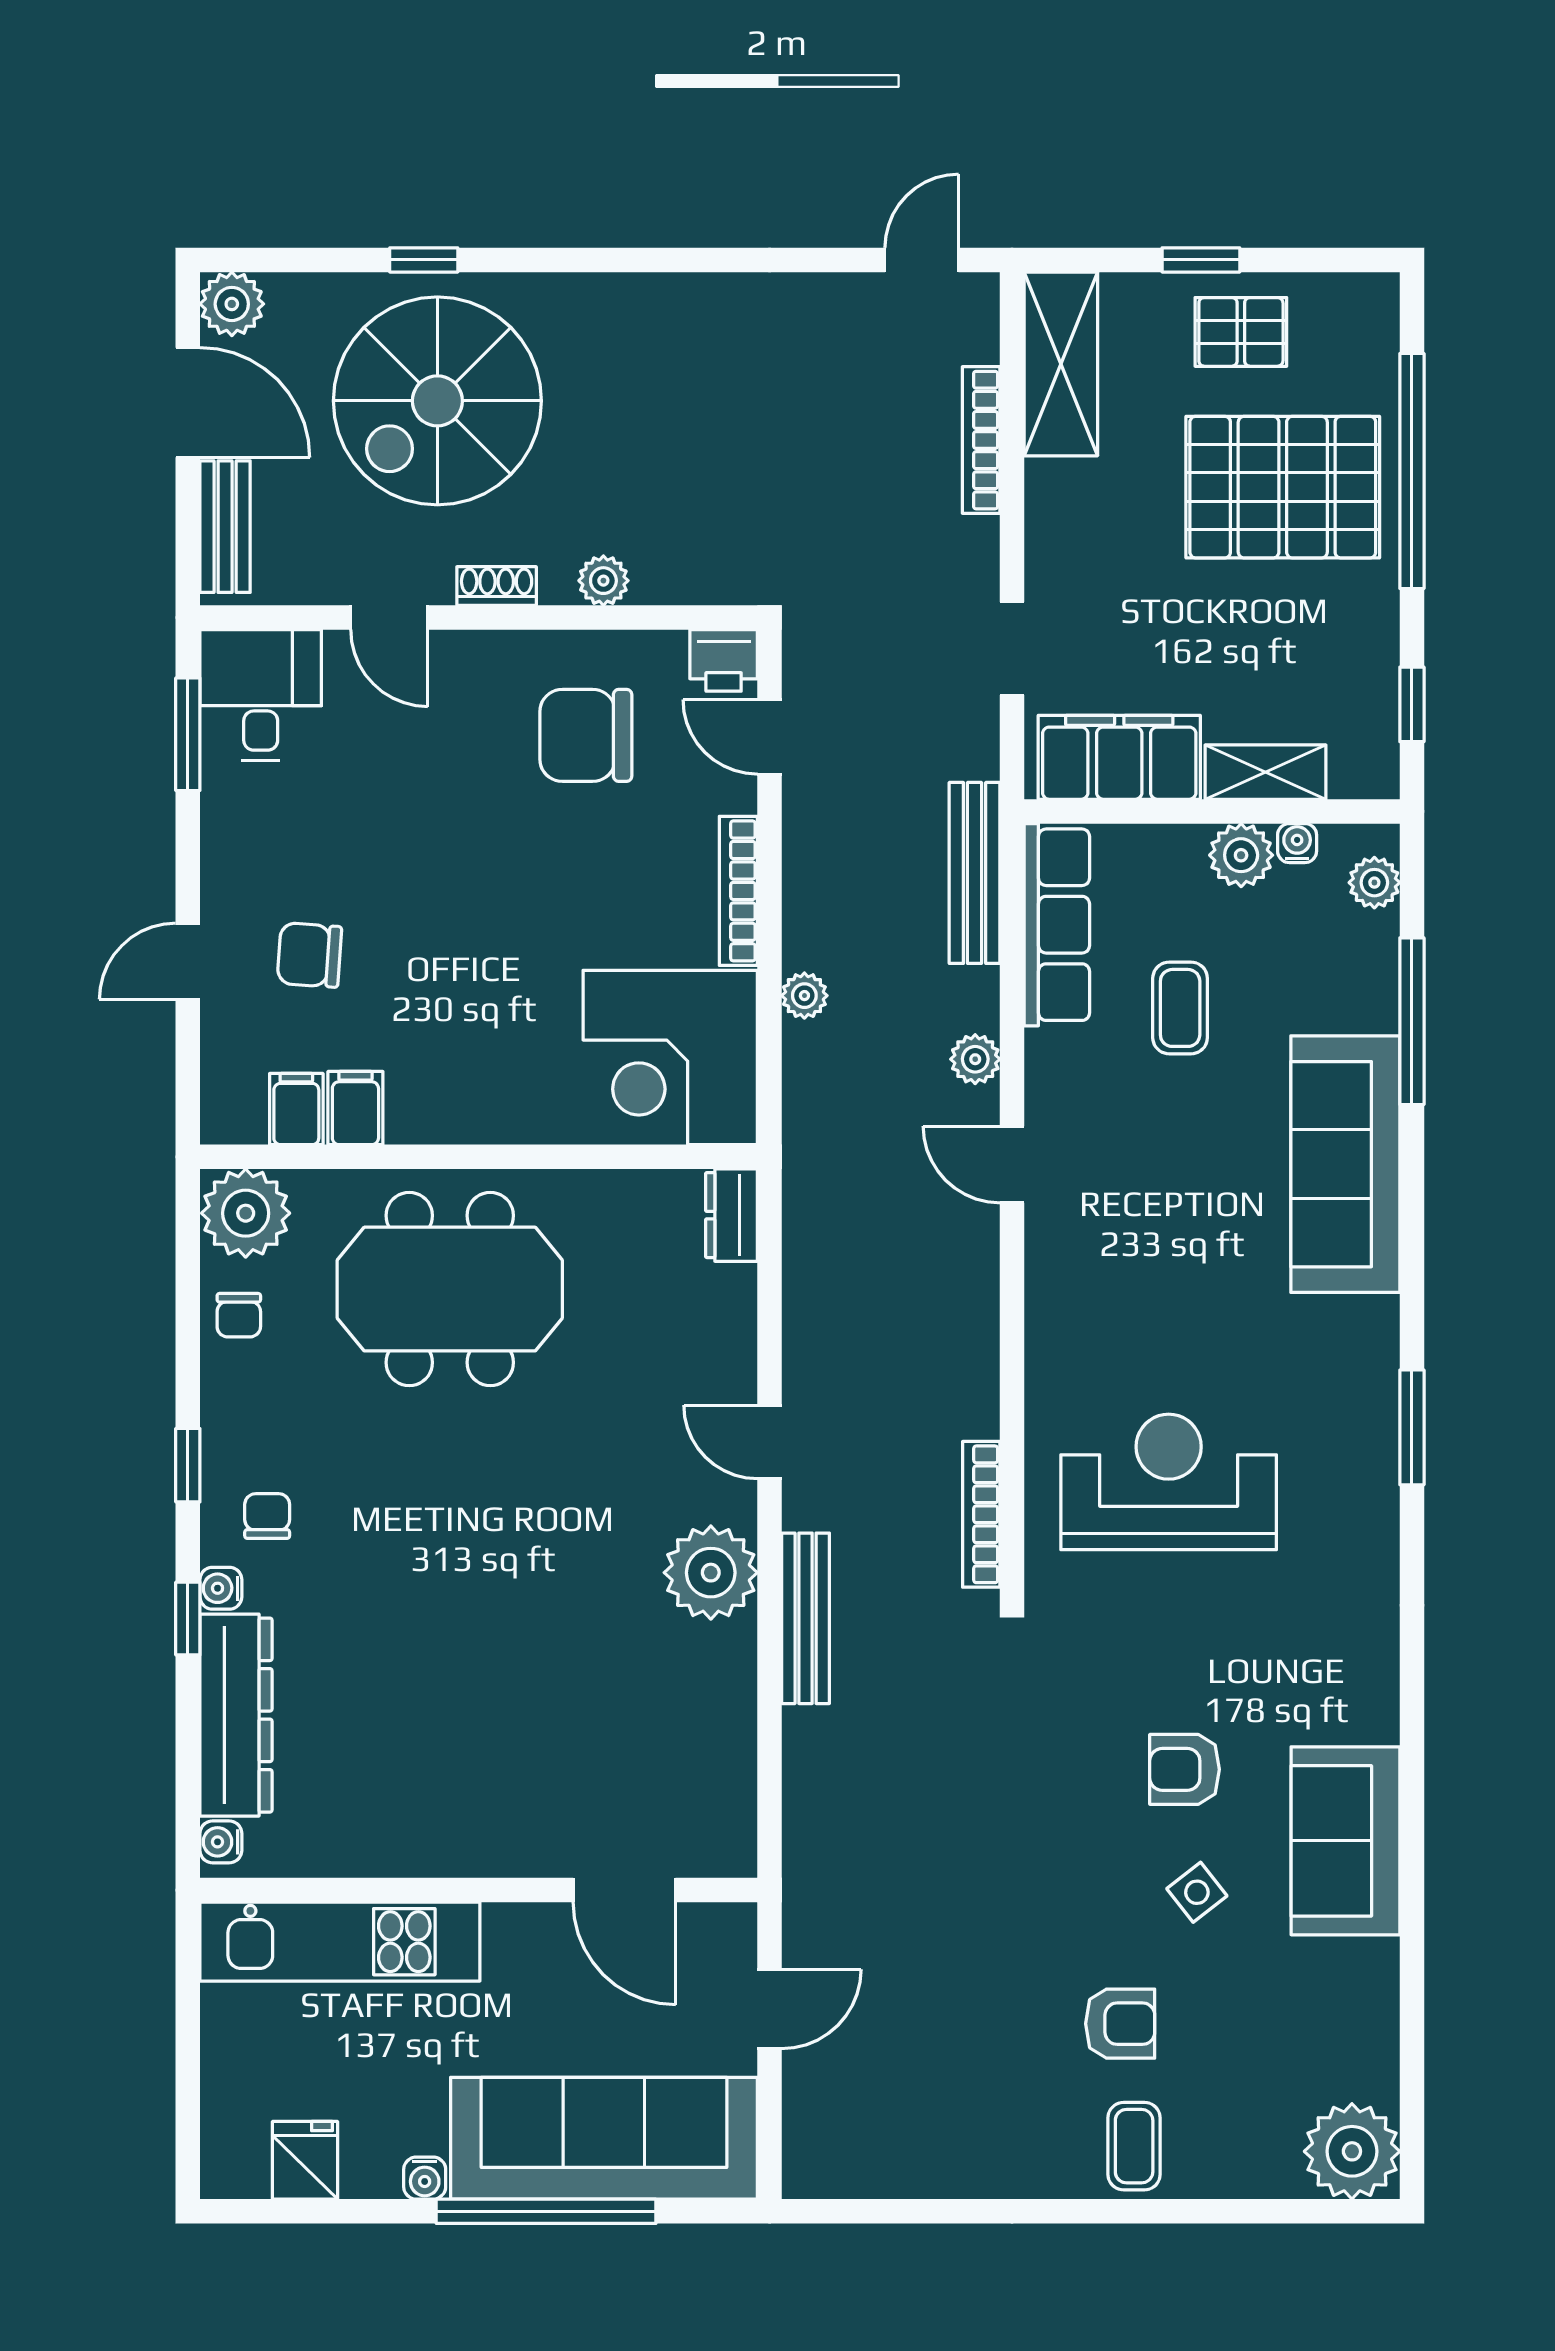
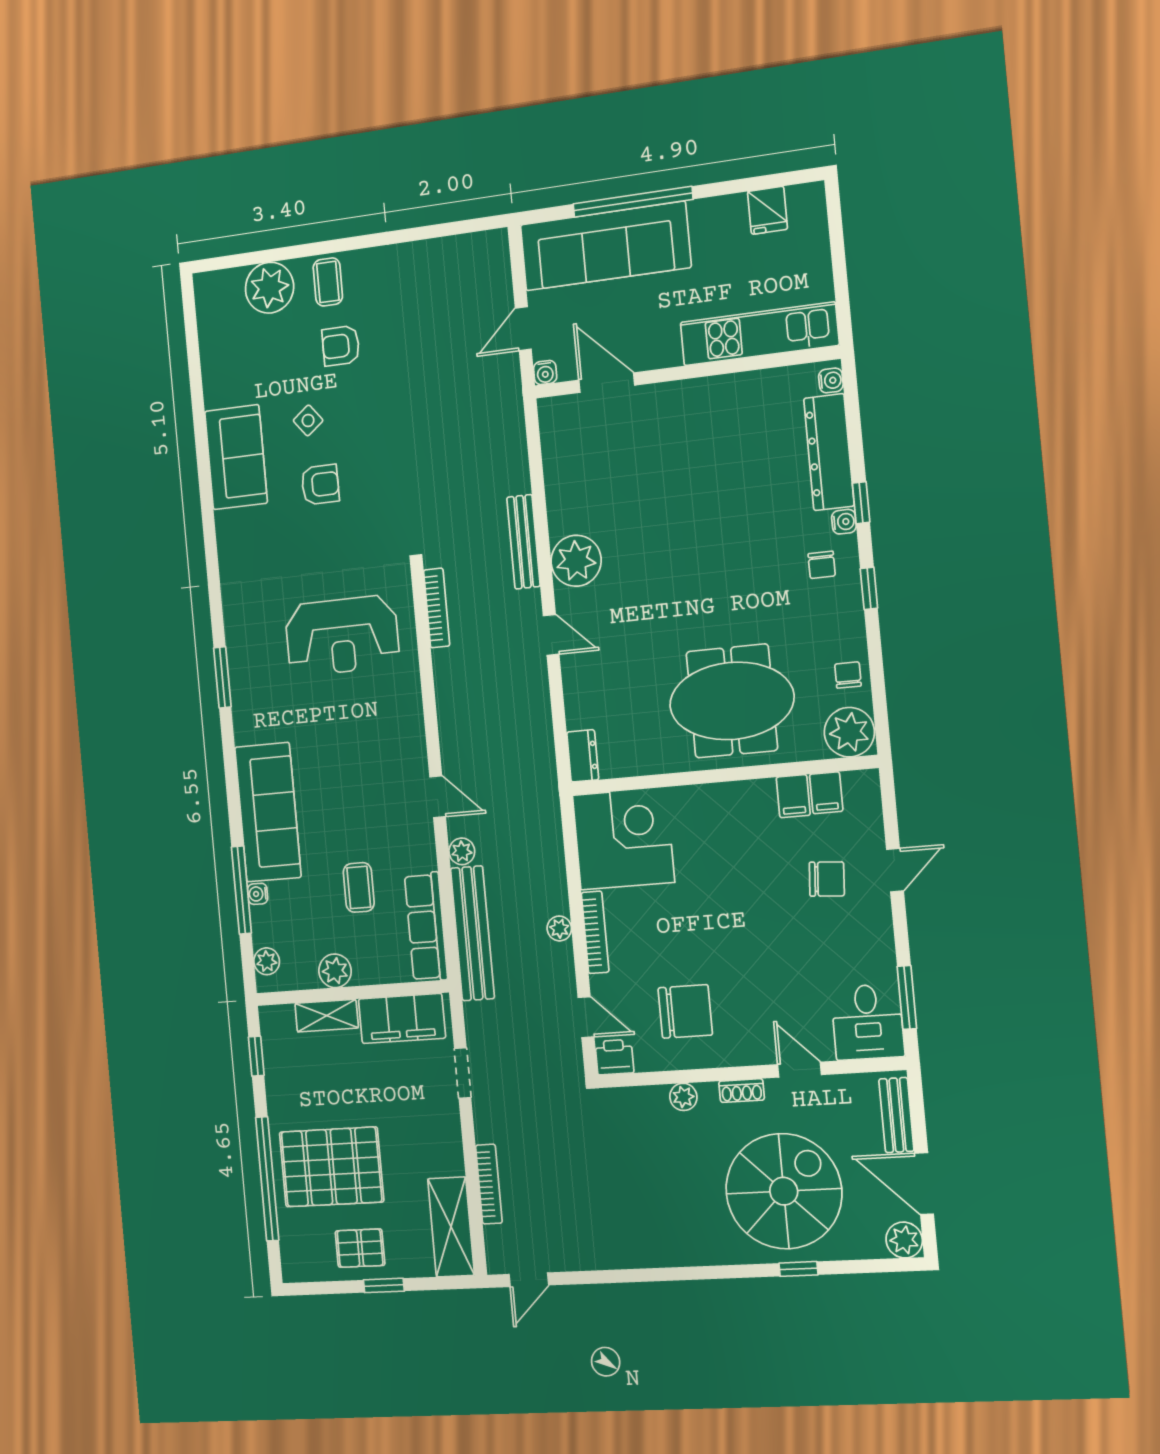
water cooler: (1297, 843) -> (258, 894), moved, turned 90
bench: (975, 873) -> (472, 933), width x1.37, depth x1.21
plant: (804, 996) -> (559, 928), moved
plant: (1352, 2151) -> (270, 288), moved
water cooler: (425, 2178) -> (545, 373), moved, turned 180

